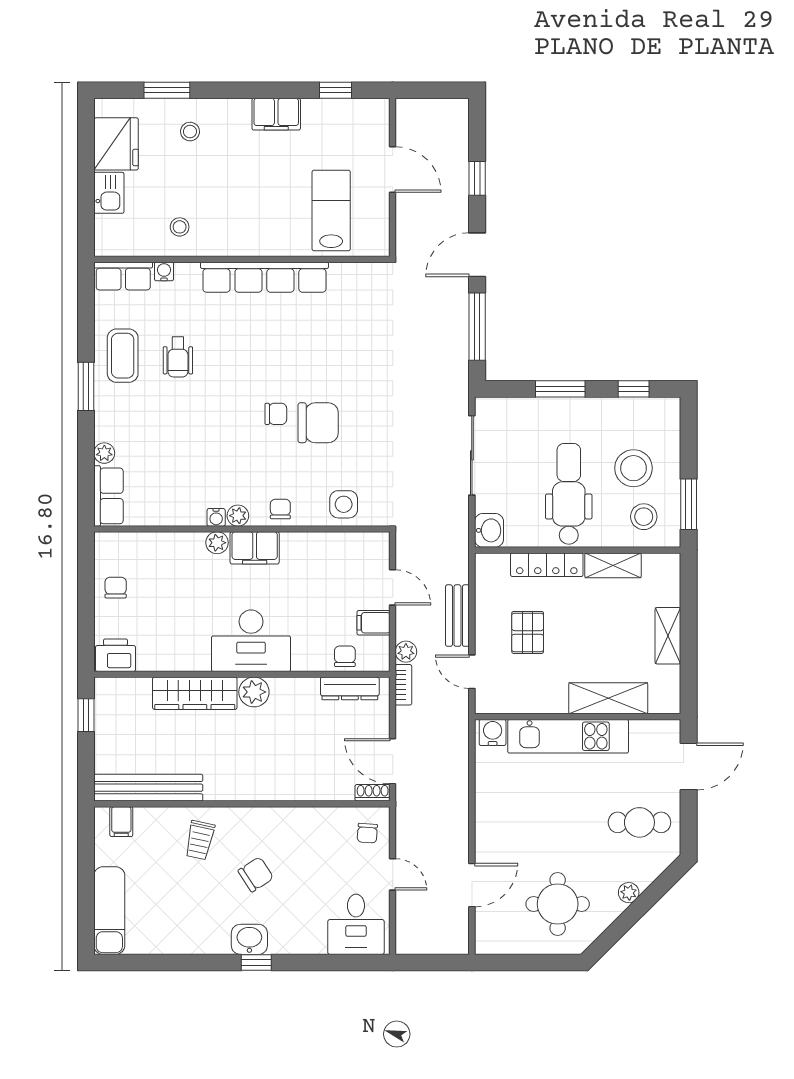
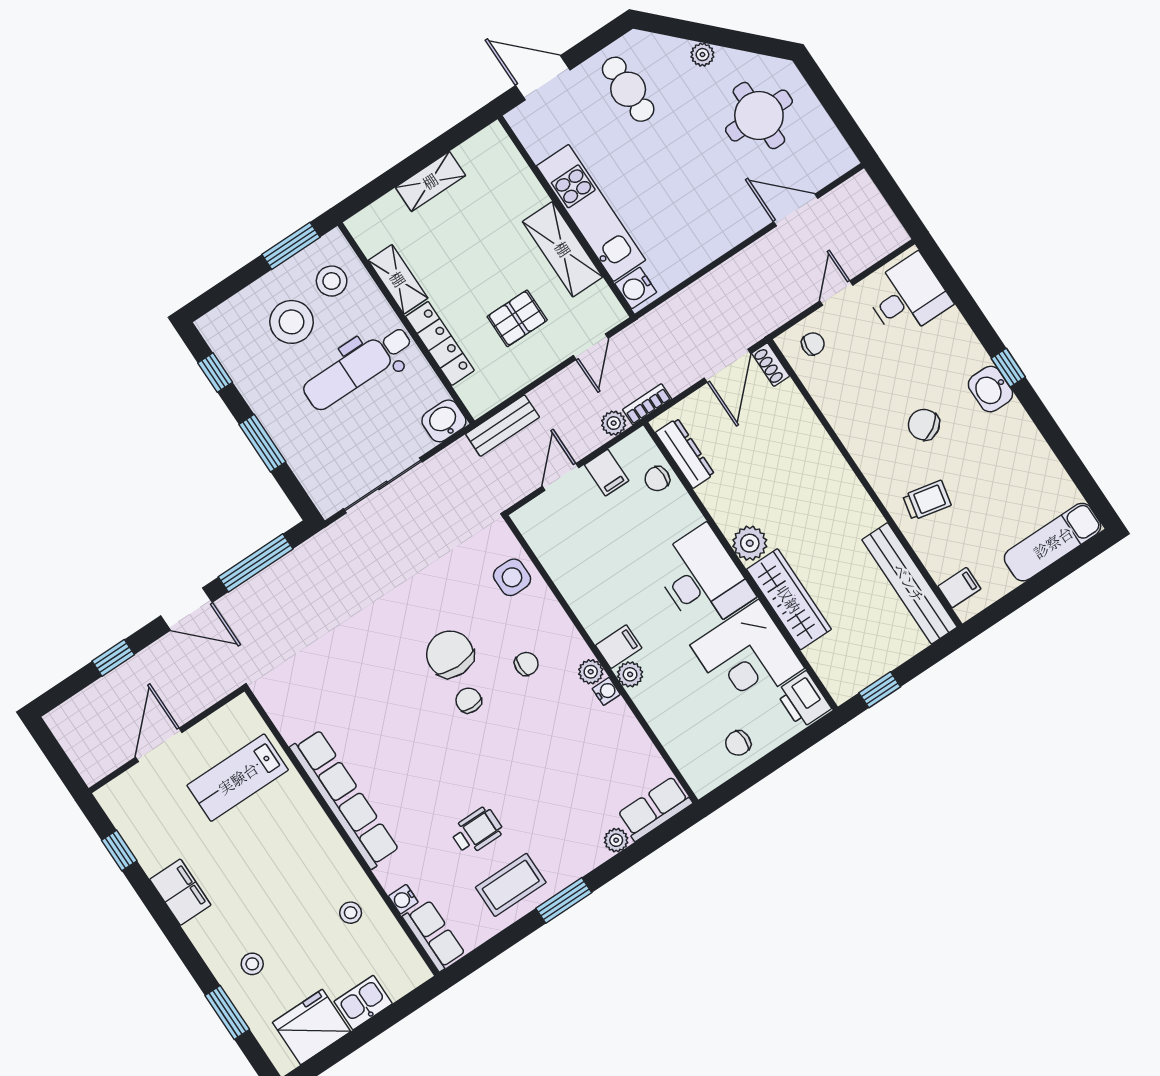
chair: (280, 509) -> (526, 664), moved, turned 180
filing cabinet: (255, 548) -> (619, 647), width x0.50
bench: (457, 616) -> (503, 426), moved
corner desk: (173, 636) -> (747, 657), added
shelving: (608, 698) -> (563, 249), moved

